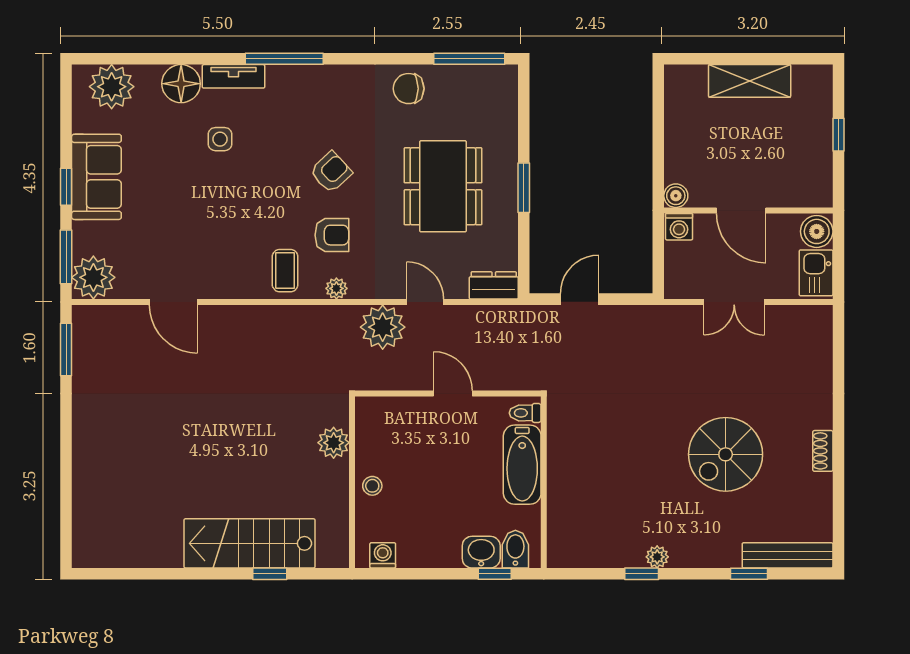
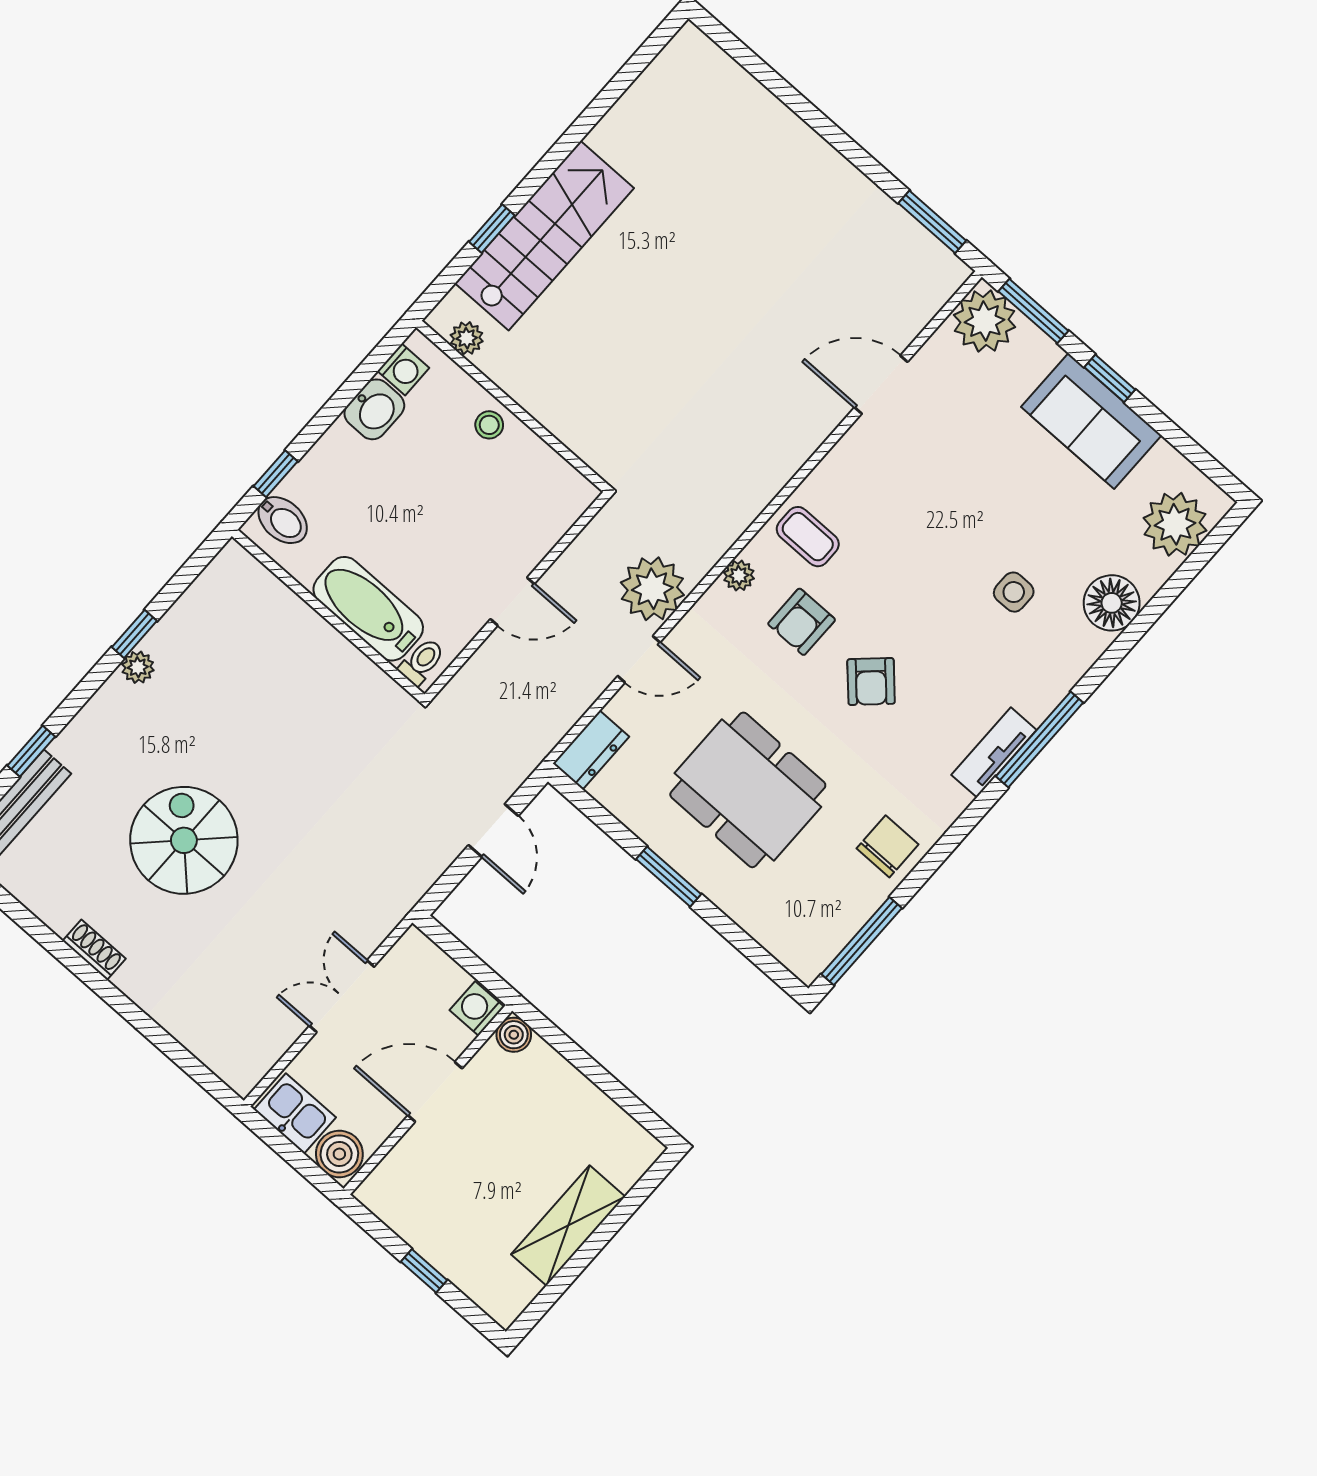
tv unit: (234, 76) -> (994, 752), moved
plant: (334, 443) -> (467, 338), moved, width x0.73, depth x0.73
washbasin: (481, 552) -> (374, 409), moved

